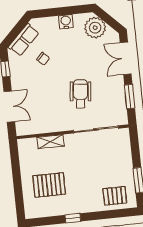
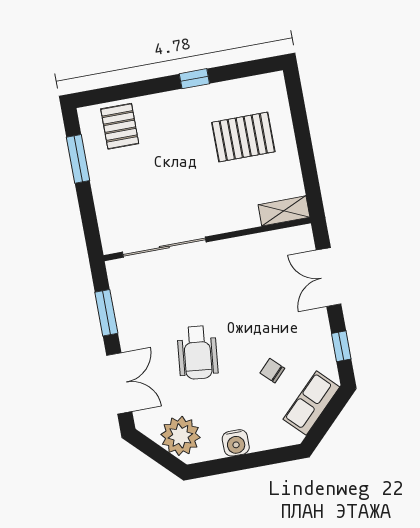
wheelchair: (80, 94) -> (198, 353), moved
shelving: (50, 142) -> (284, 211), moved
pallet: (115, 196) -> (120, 126), turned 90

